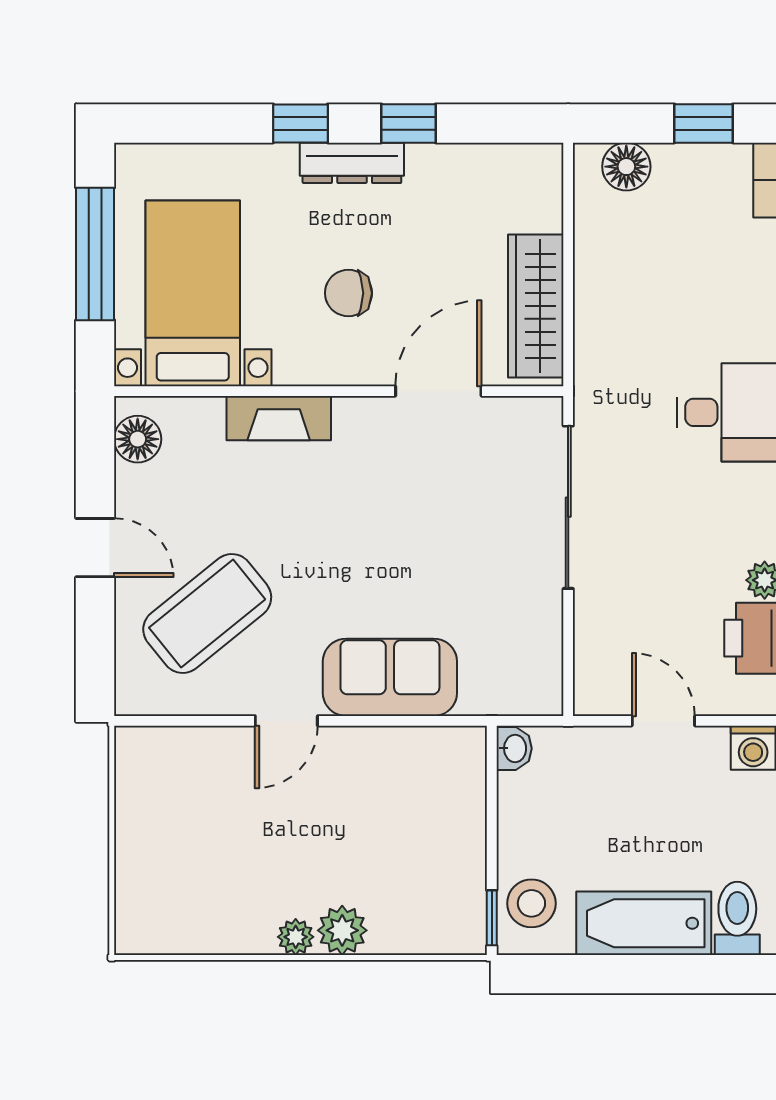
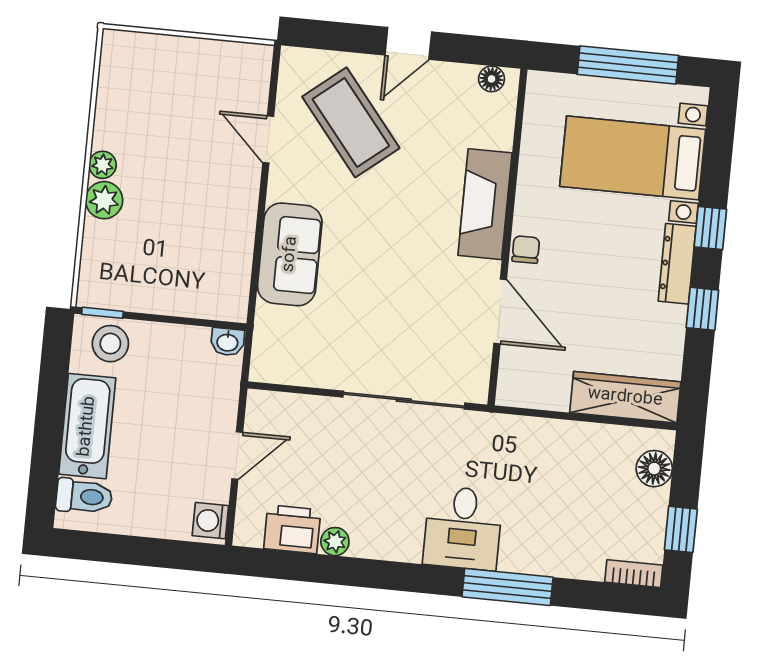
bed with nightstands: (193, 293) -> (633, 158), moved, turned 180
chair: (348, 293) -> (526, 250), moved, width x0.73, depth x0.73
wardrobe: (536, 306) -> (625, 397), moved
fireplace: (279, 418) -> (485, 204), width x1.37, depth x1.32
floor lamp: (138, 439) -> (492, 79), width x0.73, depth x0.73
door: (286, 721) -> (268, 139), moved

